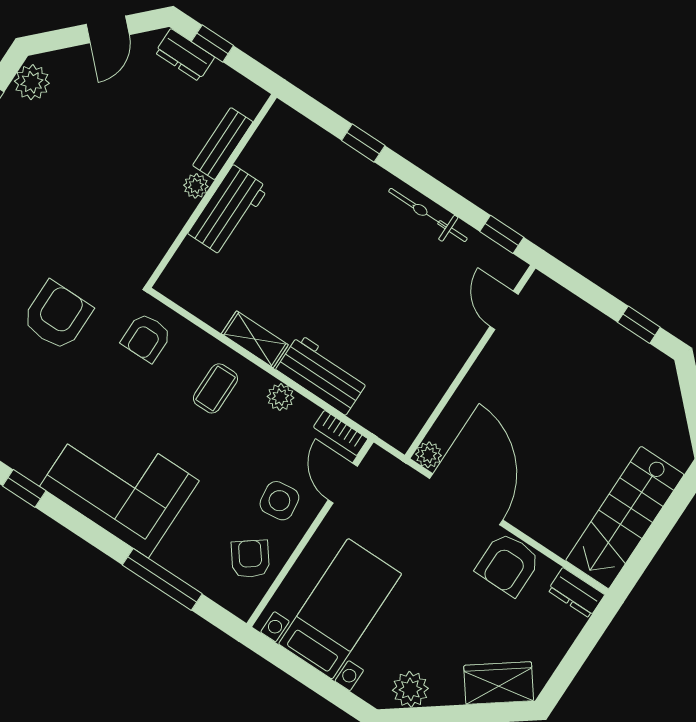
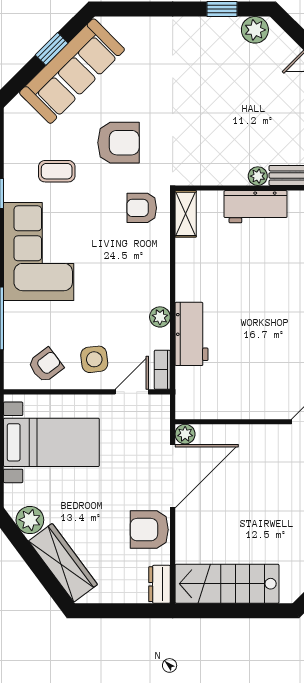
shelving: (255, 339) -> (186, 214), moved
coffee table: (215, 388) -> (57, 171), moved
wardrobe: (499, 683) -> (63, 563), width x1.50

